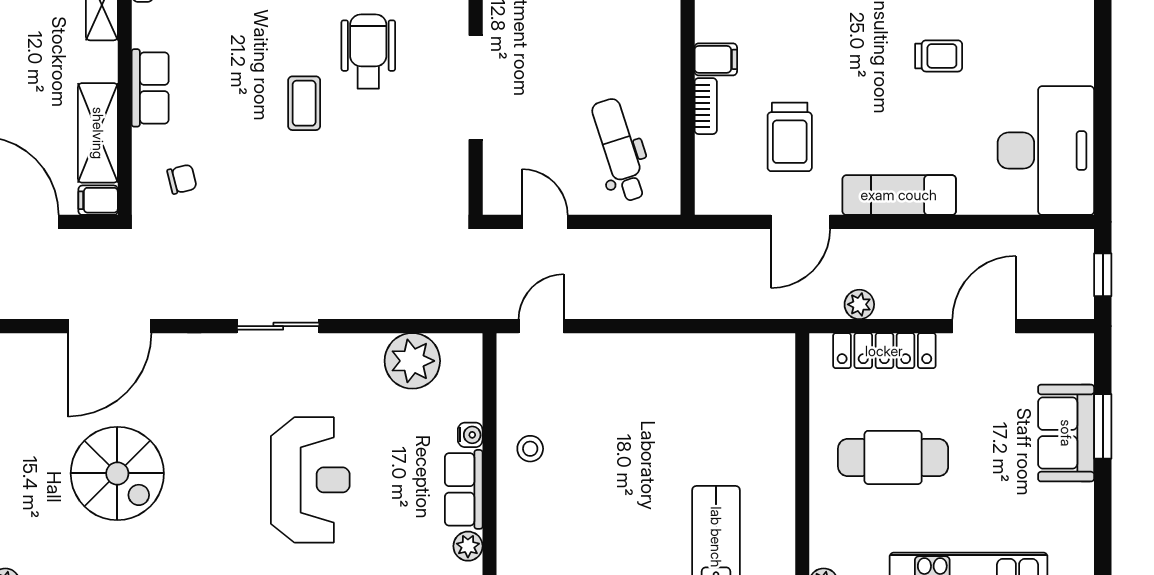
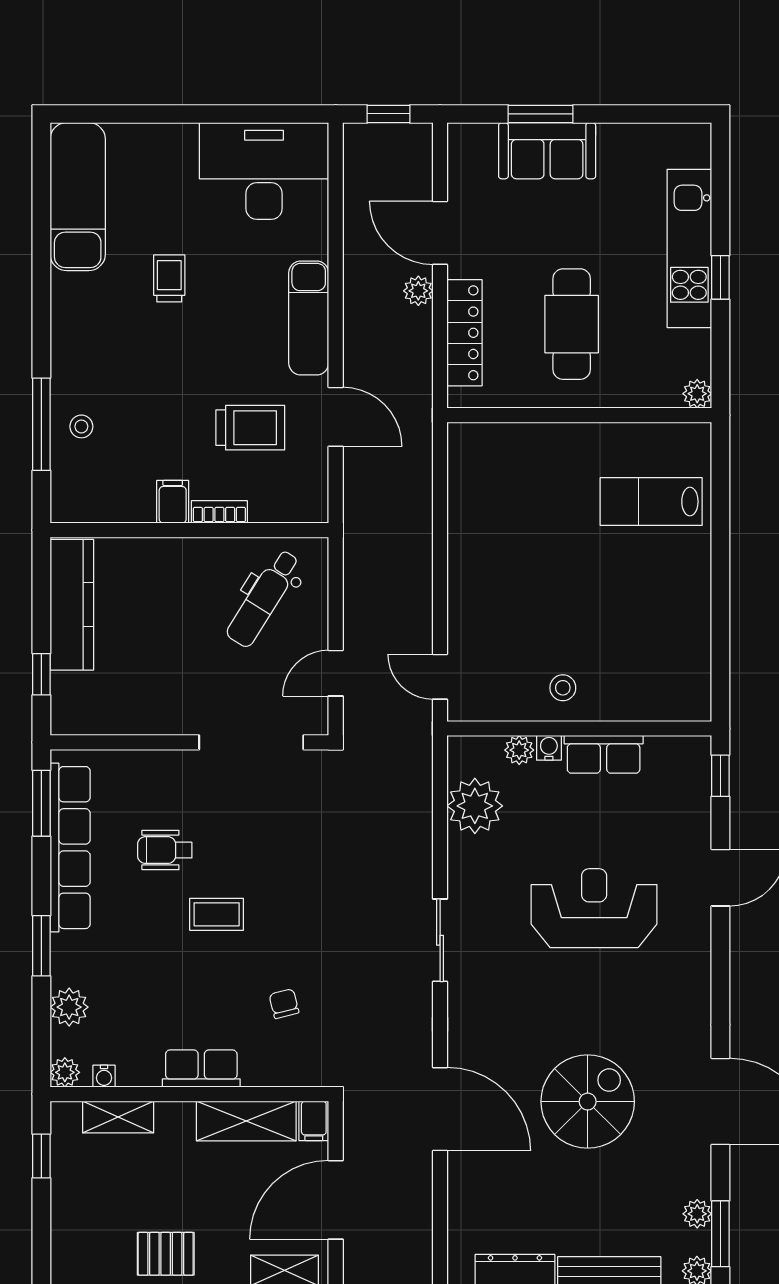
wheelchair: (368, 52) -> (165, 850), width x0.73, depth x0.73
doorway: (476, 88) -> (251, 742), moved
dental chair: (619, 150) -> (263, 598), turned -40
chair: (182, 179) -> (284, 1004), moved
plant: (859, 304) -> (418, 291), moved
plant: (468, 546) -> (519, 750), moved

